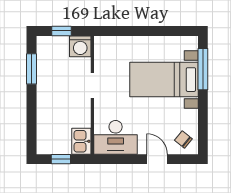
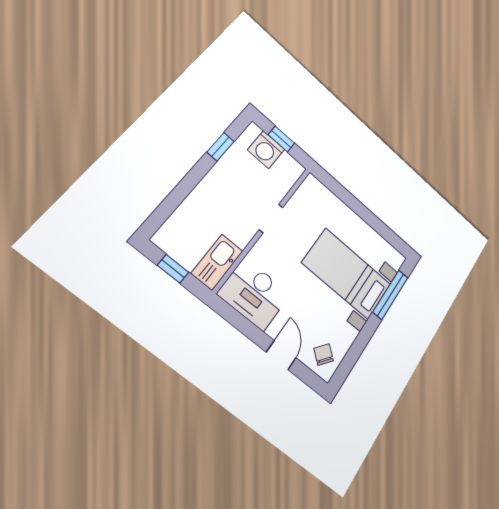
washing machine: (80, 46) -> (266, 150), moved
window: (31, 69) -> (220, 147), width x0.67
kitchen sink: (81, 141) -> (217, 262), width x1.38

